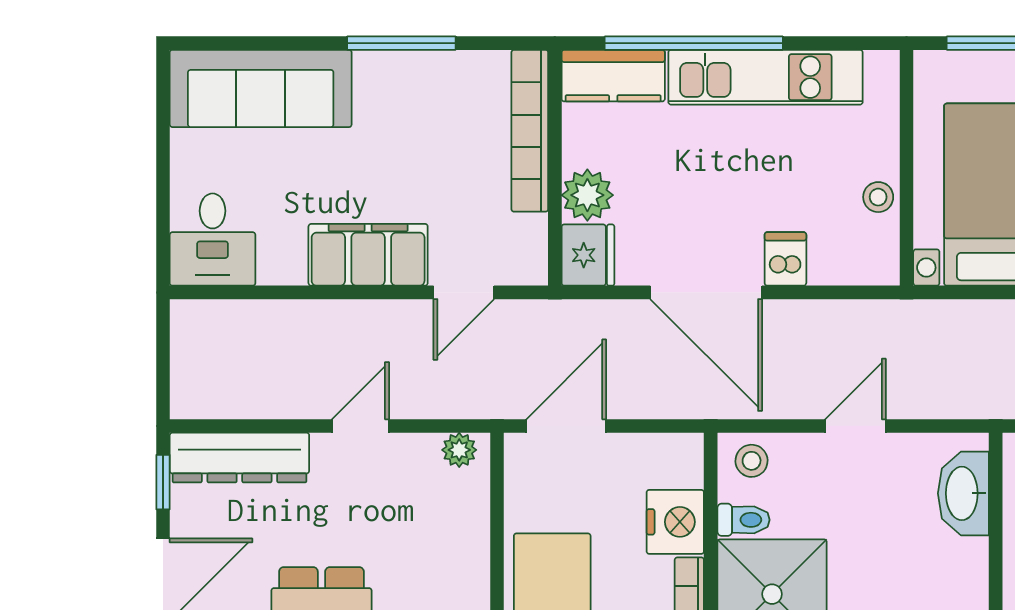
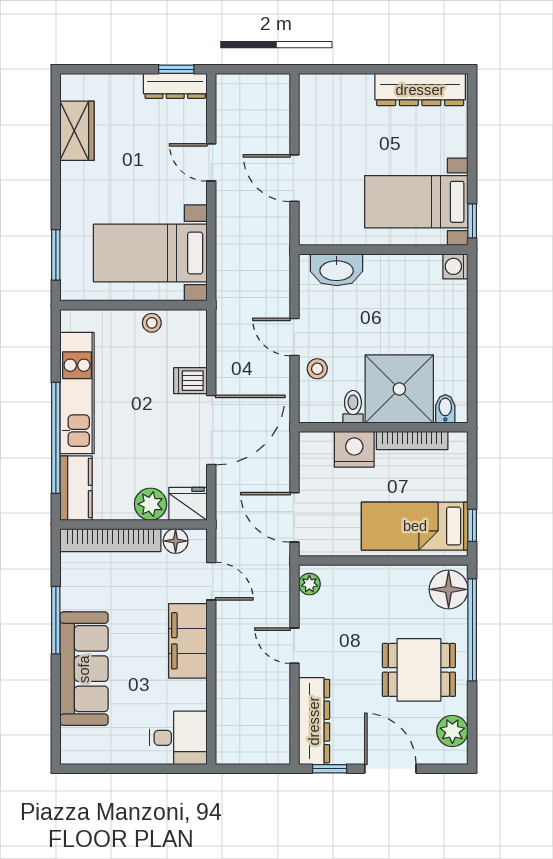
sofa: (261, 88) -> (84, 669), moved
floor lamp: (528, 235) -> (176, 541), added
stool: (752, 461) -> (317, 369), moved

